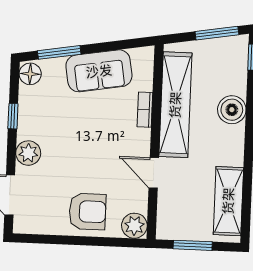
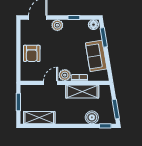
shelving: (175, 105) -> (82, 92), width x0.68
boiler: (232, 110) -> (92, 117), moved
plant: (134, 226) -> (65, 75), moved

